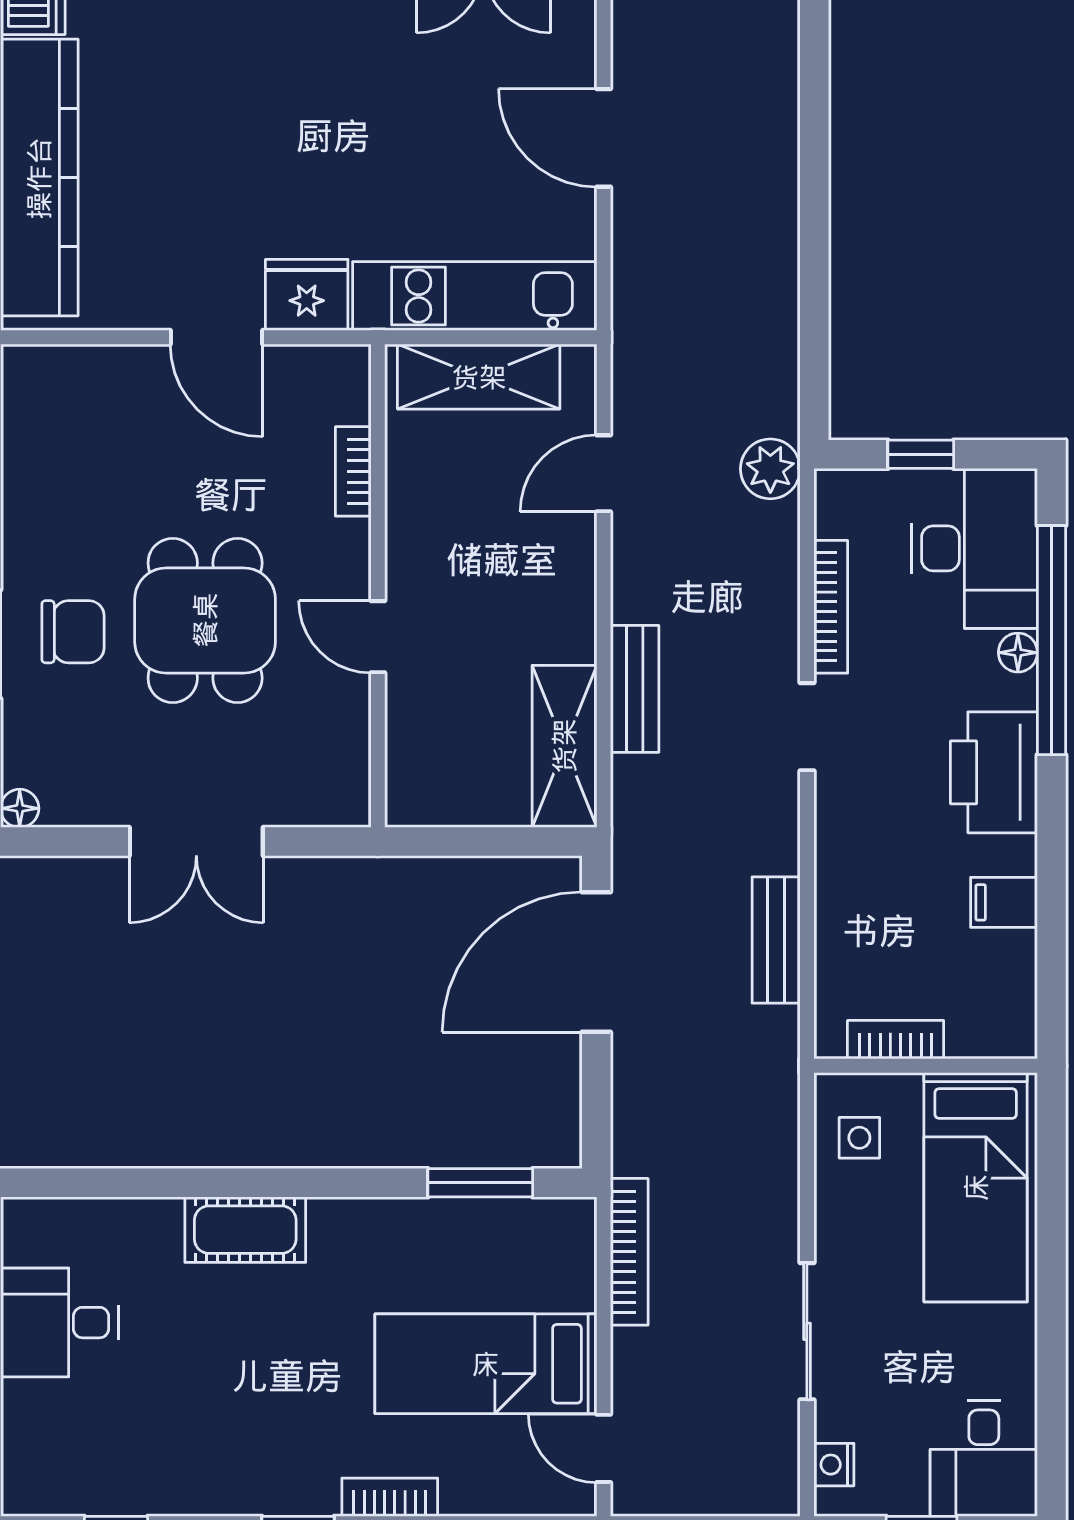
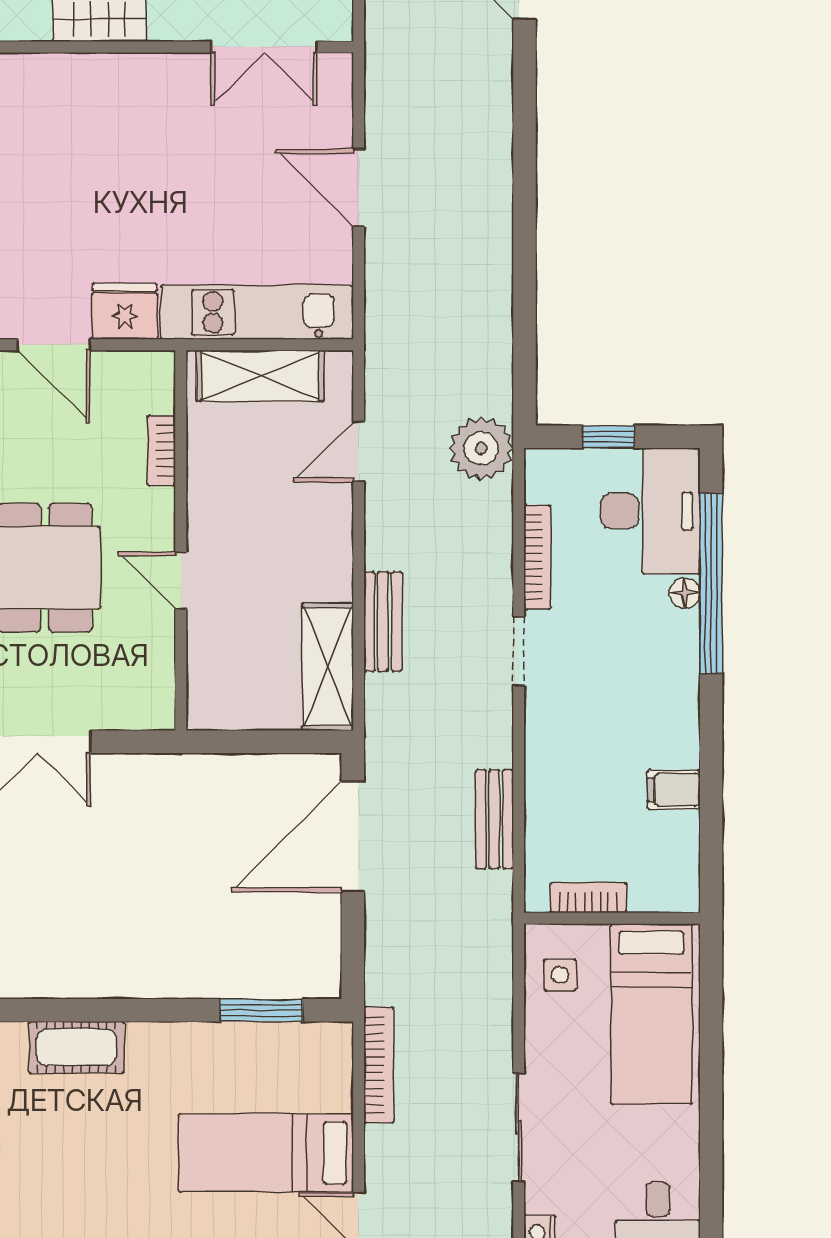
plant: (770, 469) -> (481, 448), width x1.36, depth x1.36
printer: (994, 772) -> (666, 687), removed

